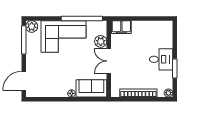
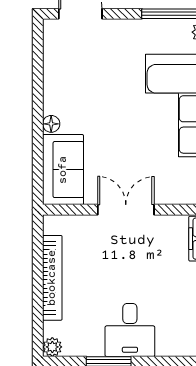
plant: (101, 41) -> (171, 191), removed

